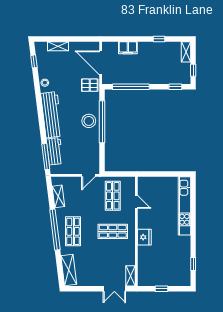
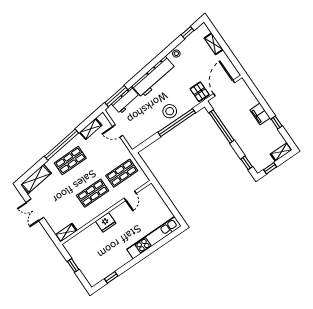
filing cabinet: (128, 48) -> (260, 114), moved
door: (88, 175) -> (118, 131), moved
shop shelf: (113, 231) -> (93, 193), turned 90
double door: (114, 289) -> (35, 210), moved

